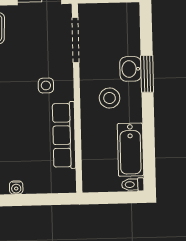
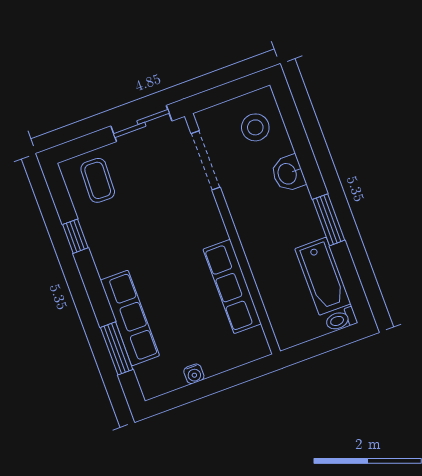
window: (147, 74) -> (329, 220), moved
side table: (46, 85) -> (187, 231), removed
stool: (110, 98) -> (255, 127), moved

